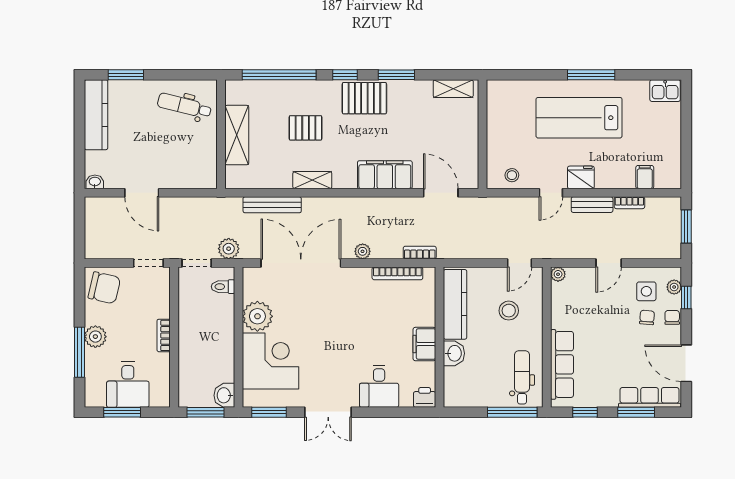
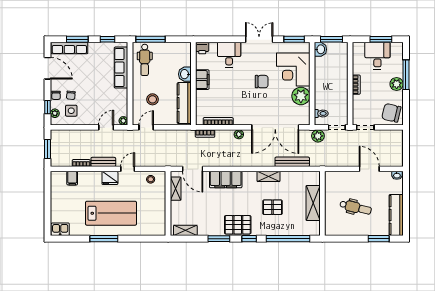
dental chair: (184, 106) -> (356, 207), moved
shelving: (470, 159) -> (176, 189), added
door: (609, 263) -> (106, 127), moved
chair: (324, 341) -> (262, 82), added

